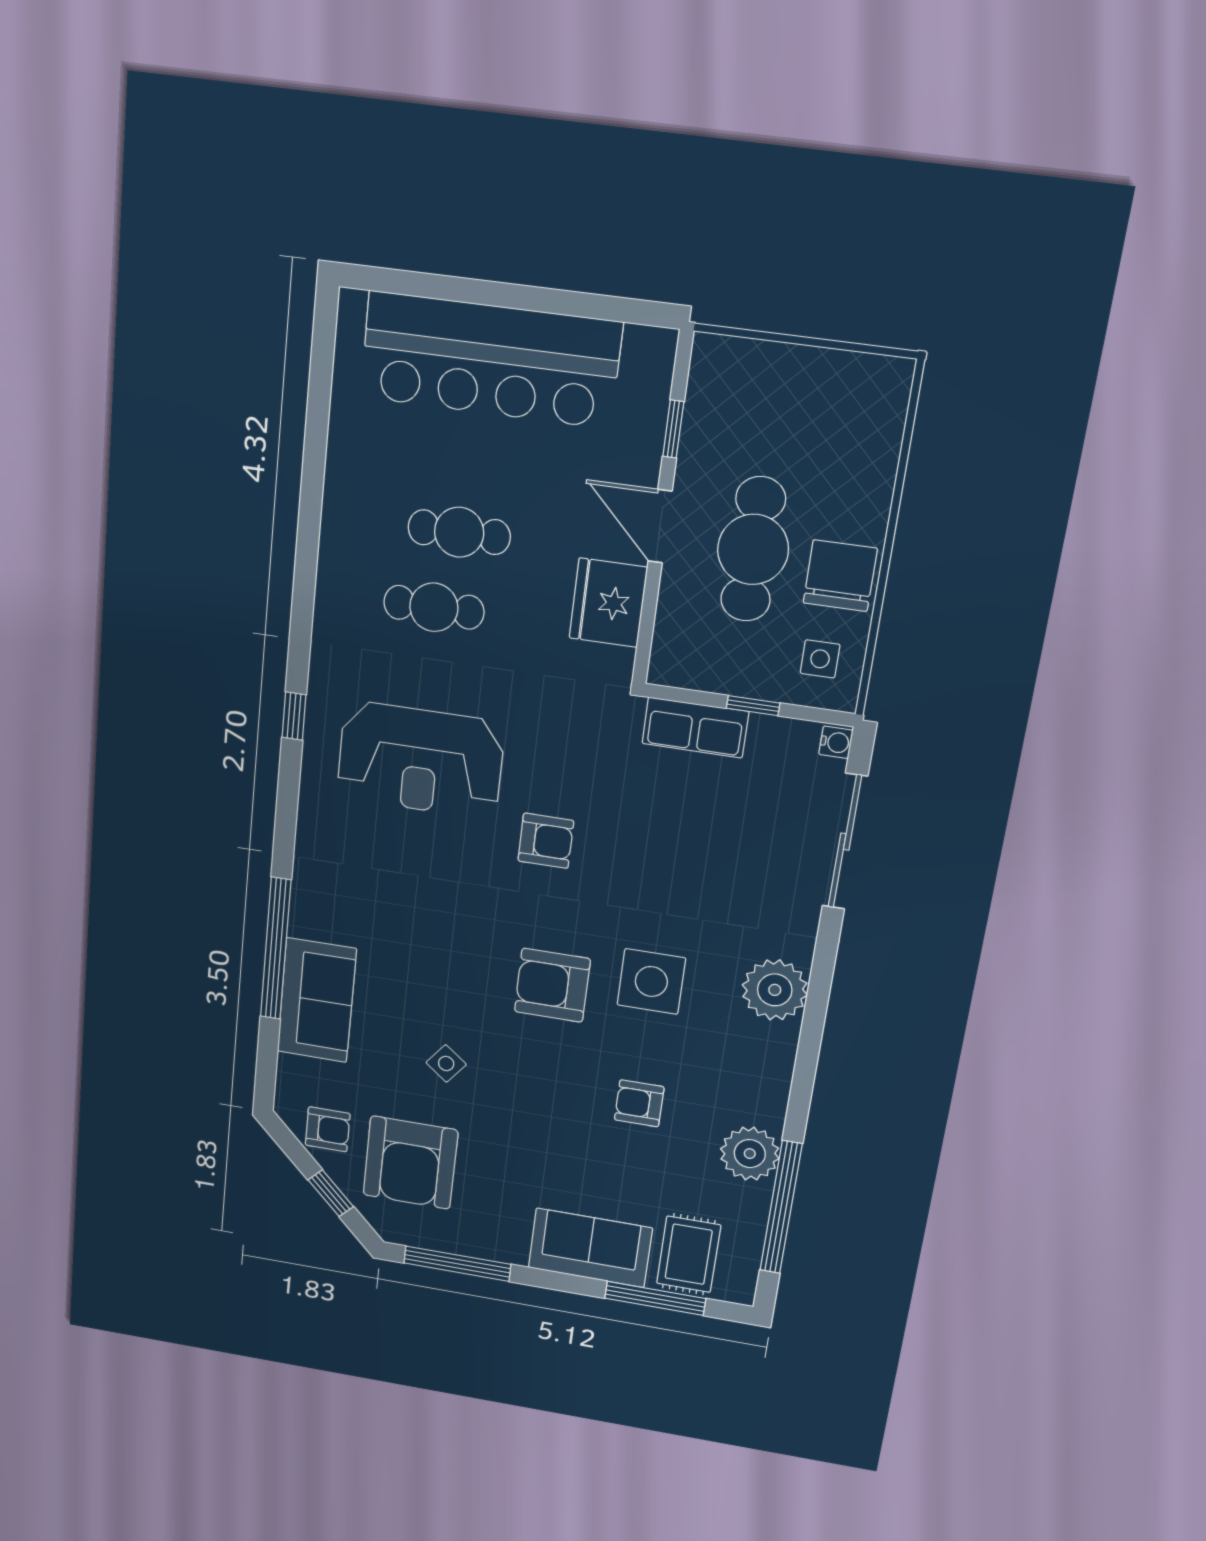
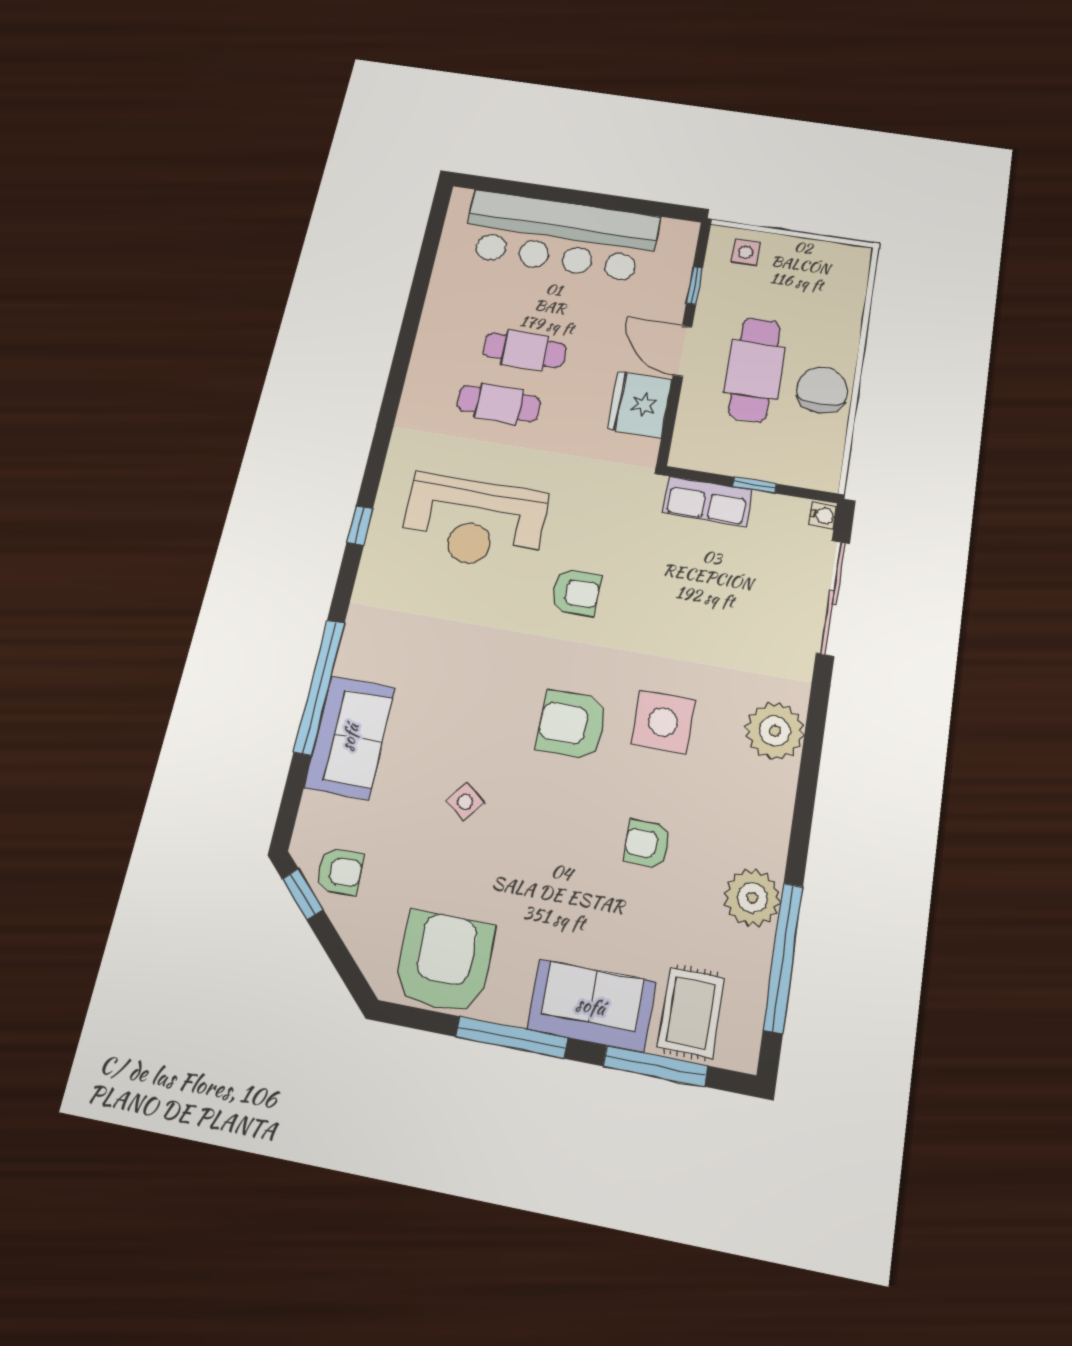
side table: (820, 659) -> (746, 252), moved
window: (294, 716) -> (360, 525), moved
armchair: (410, 1163) -> (444, 962), moved, turned 180
window: (331, 1193) -> (302, 894), moved
window: (457, 1264) -> (512, 1037), moved

